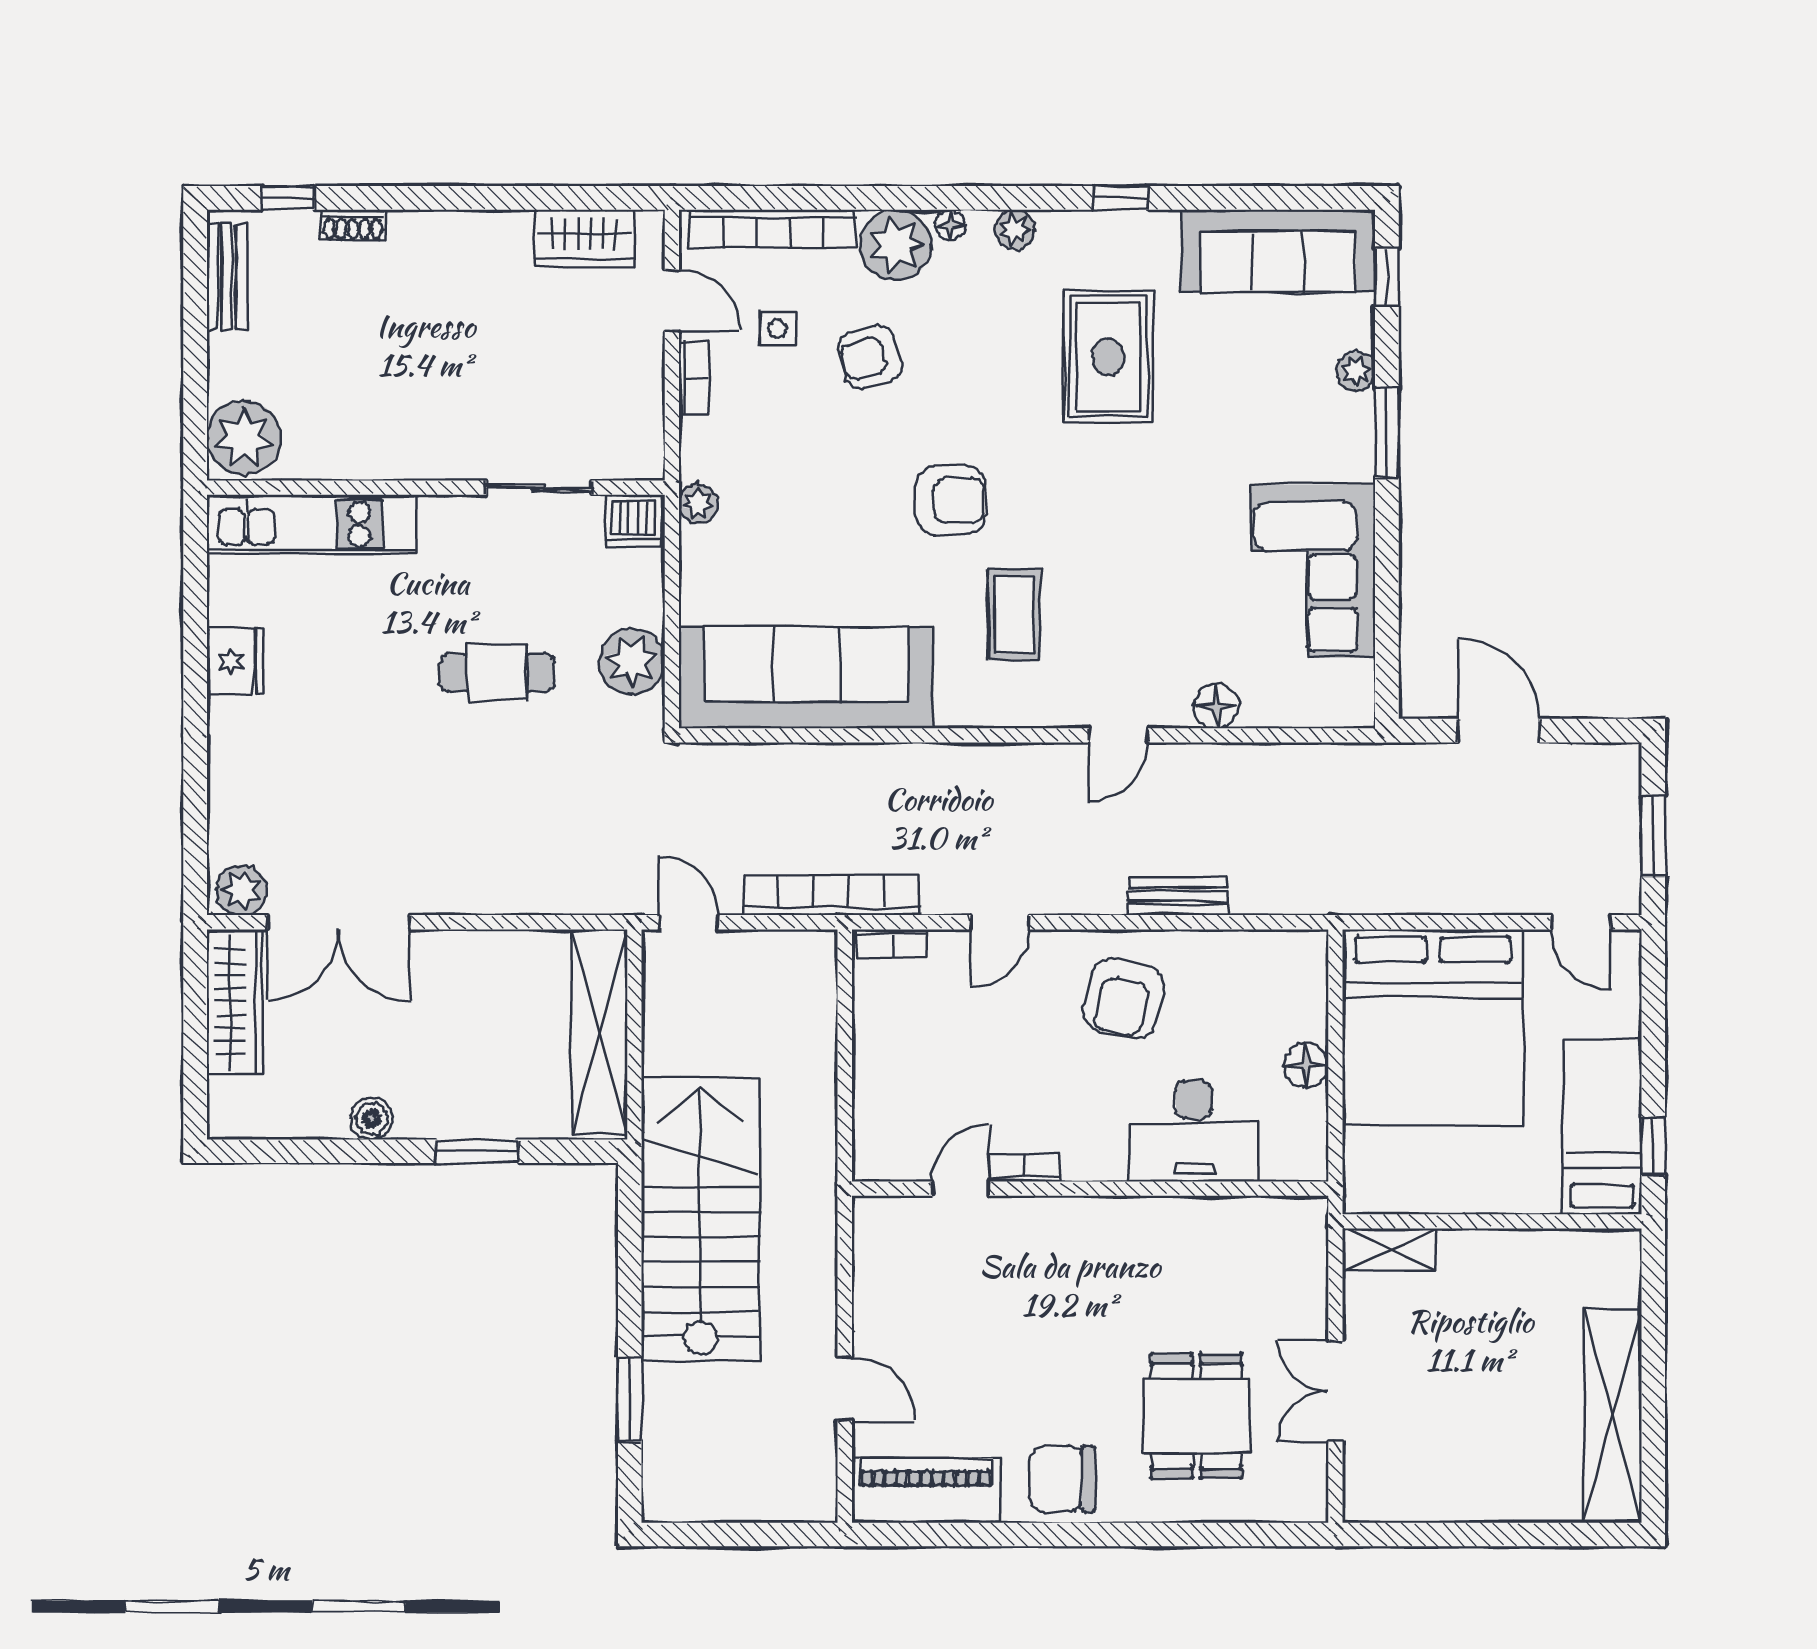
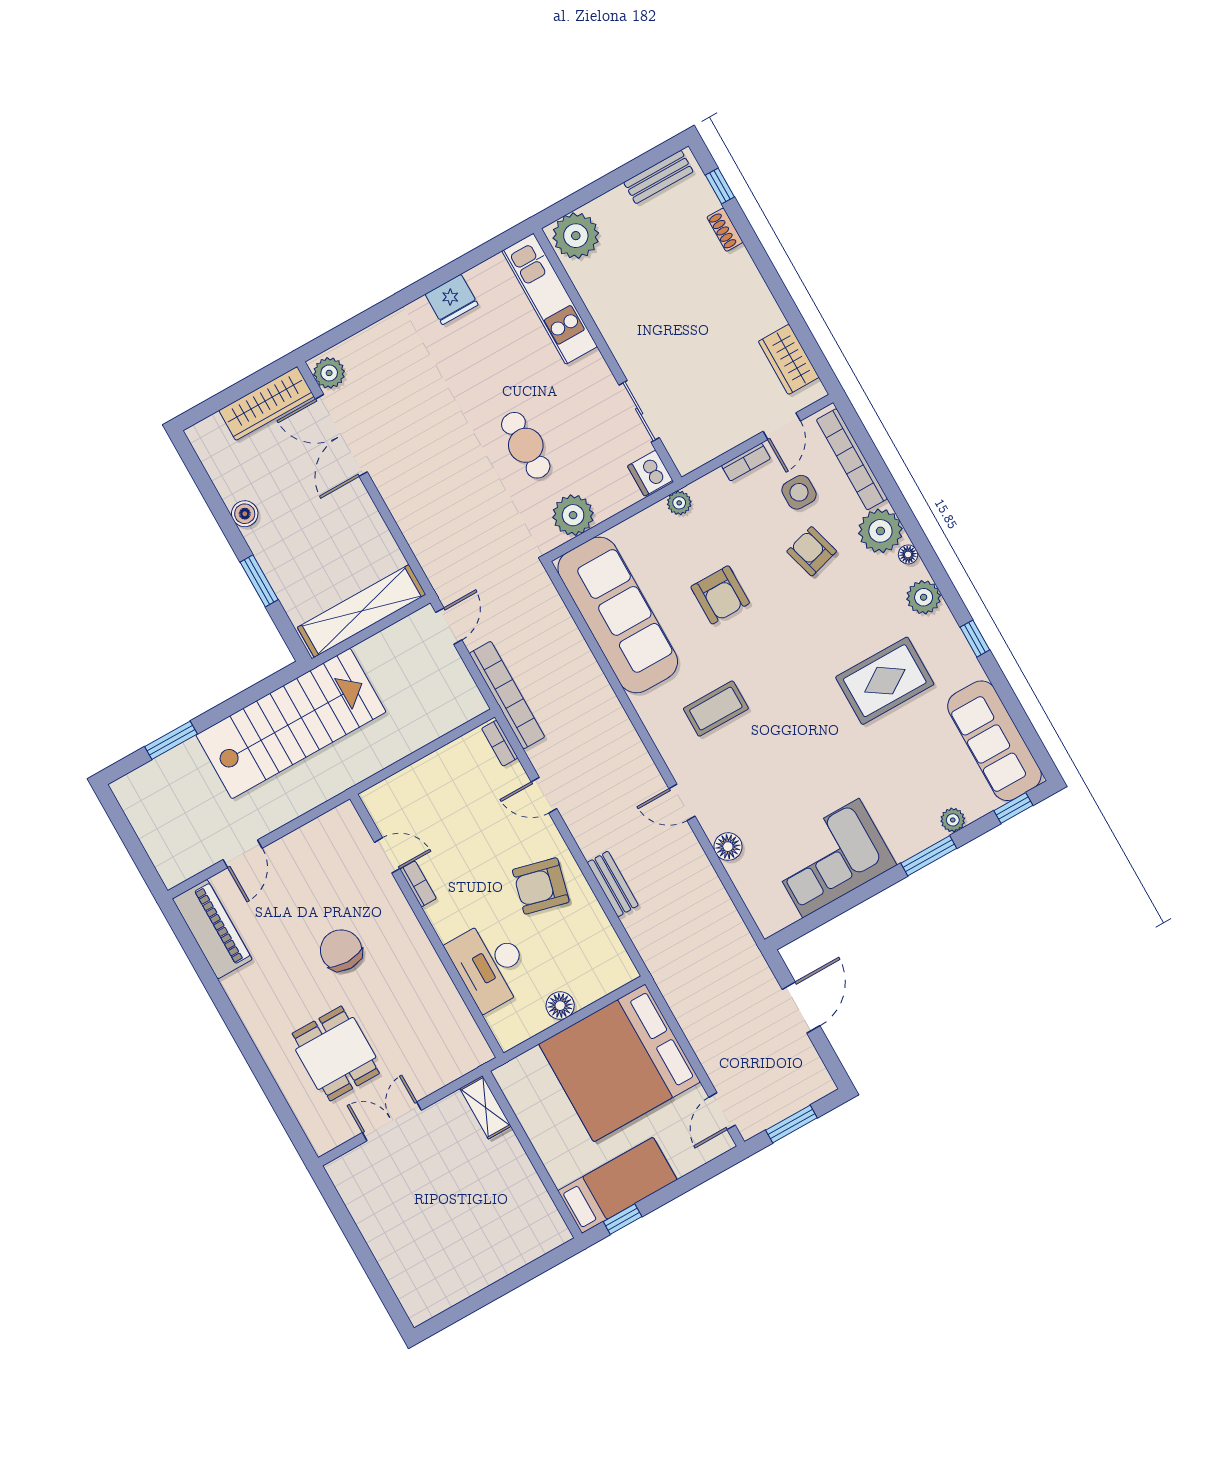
plant: (1015, 229) -> (924, 597), width x1.38, depth x1.38
side table: (778, 328) -> (799, 492), width x1.37, depth x1.37
armchair: (950, 500) -> (720, 595), moved
dining table: (1197, 1416) -> (336, 1053), turned 90
shelving: (1612, 1416) -> (463, 1280), removed
chair: (1062, 1479) -> (341, 950), moved

